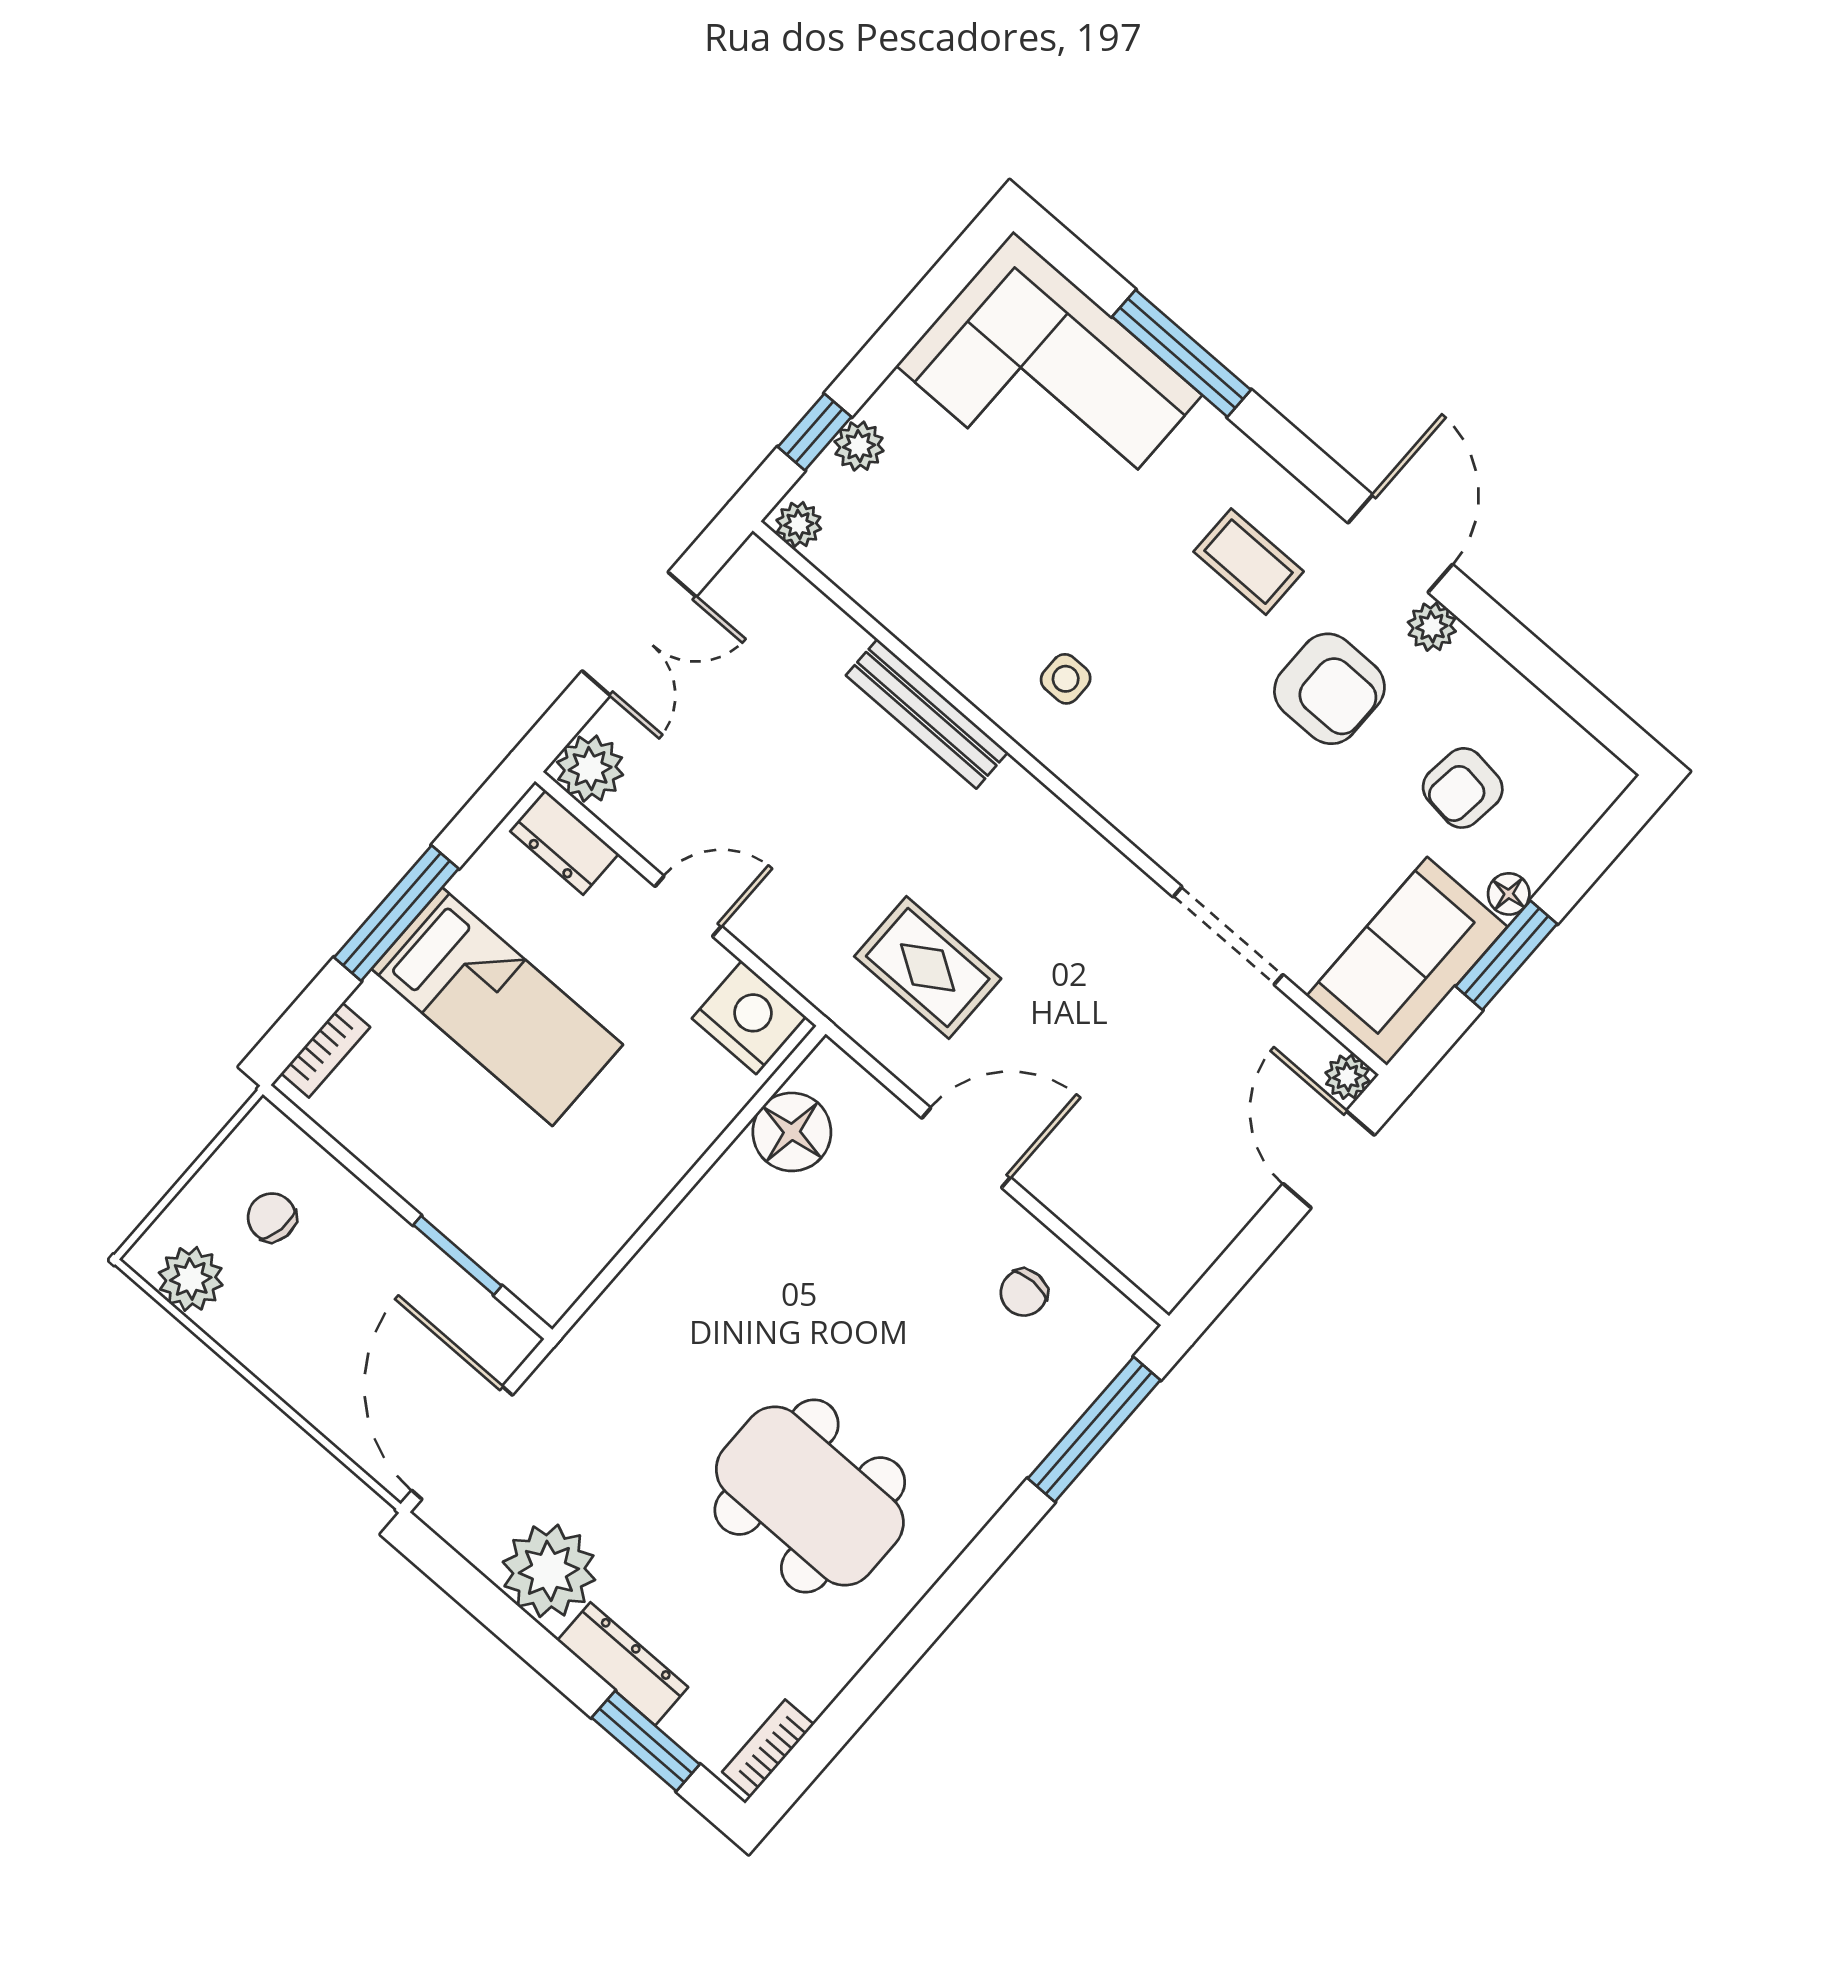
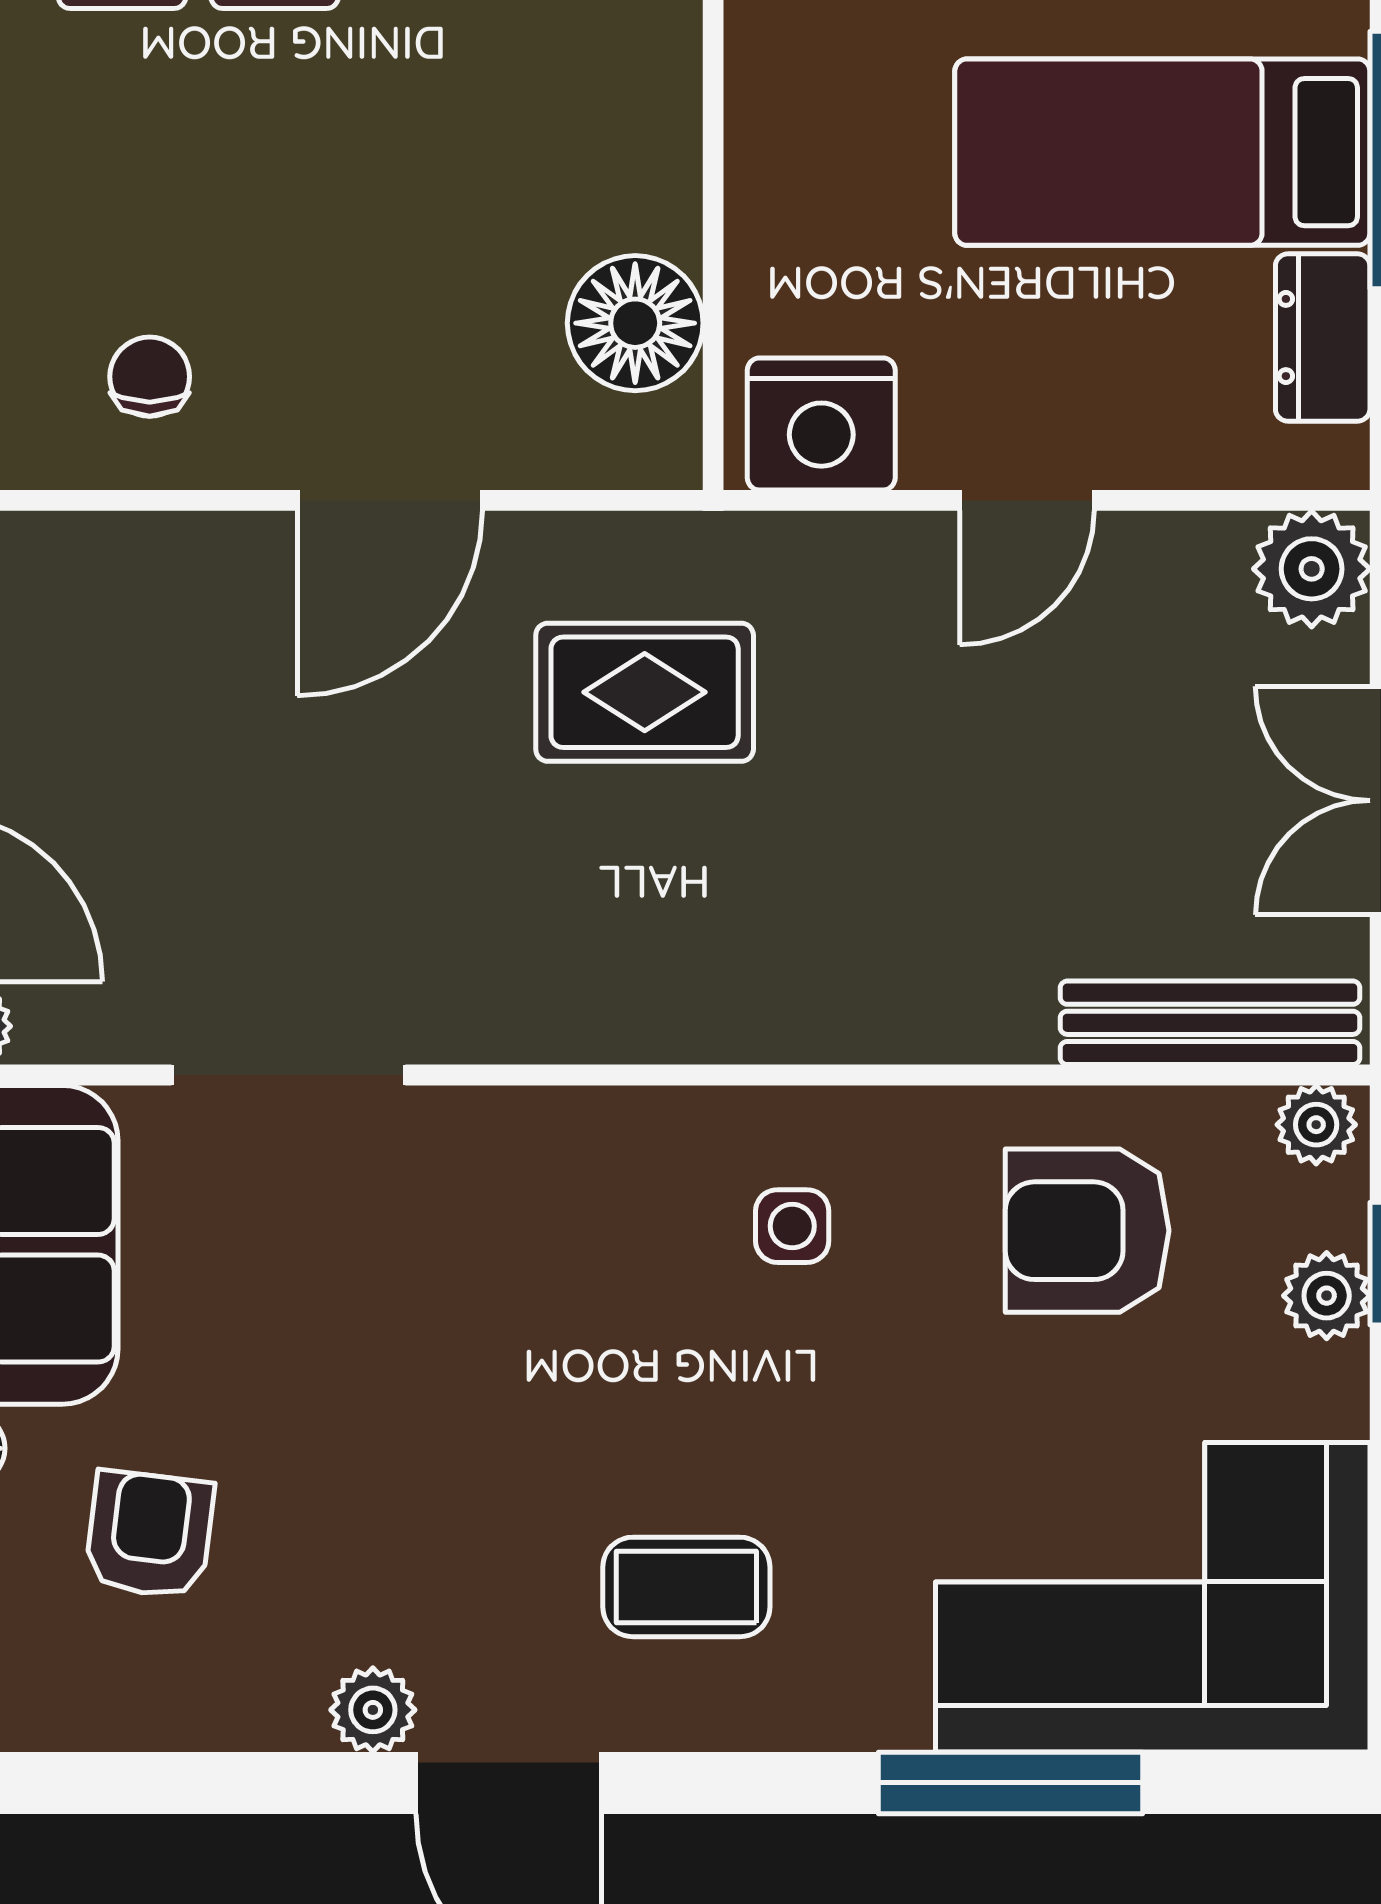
armchair: (1329, 689) -> (1087, 1231), moved
bench: (927, 714) -> (1210, 1023), moved
dresser: (565, 843) -> (1323, 337), moved, turned -90

